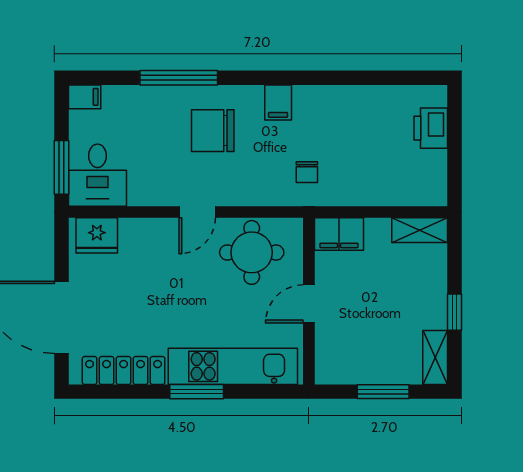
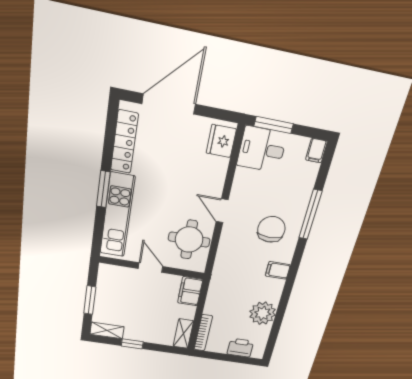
plant: (358, 107) -> (263, 313), added
chair: (307, 172) -> (232, 280), removed
bookcase: (412, 197) -> (203, 333), added

